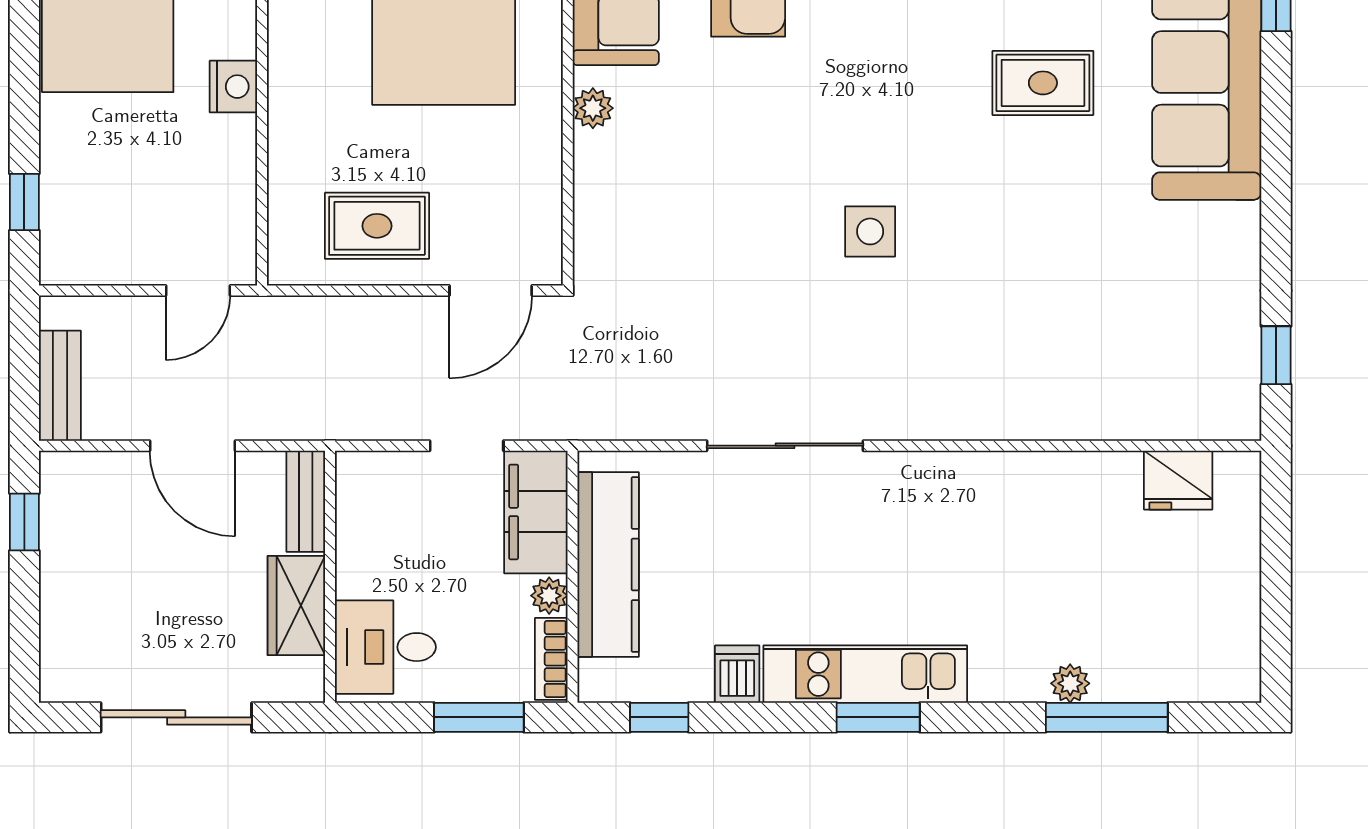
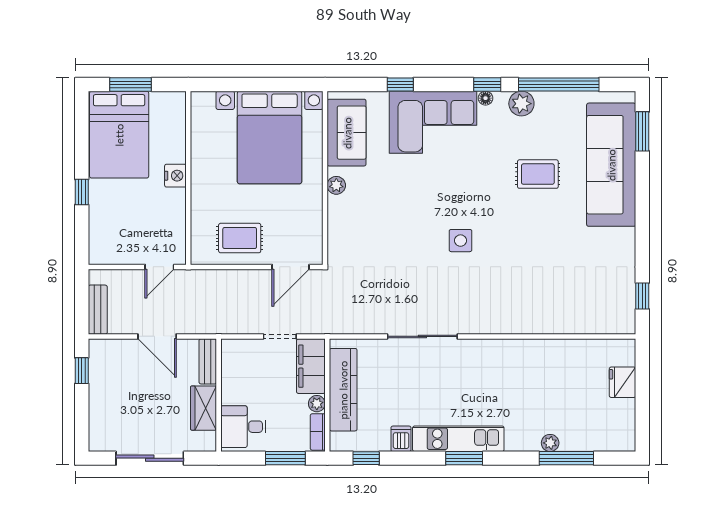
window: (24, 202) -> (82, 192), moved
fridge: (1178, 480) -> (623, 382), moved, turned 90

